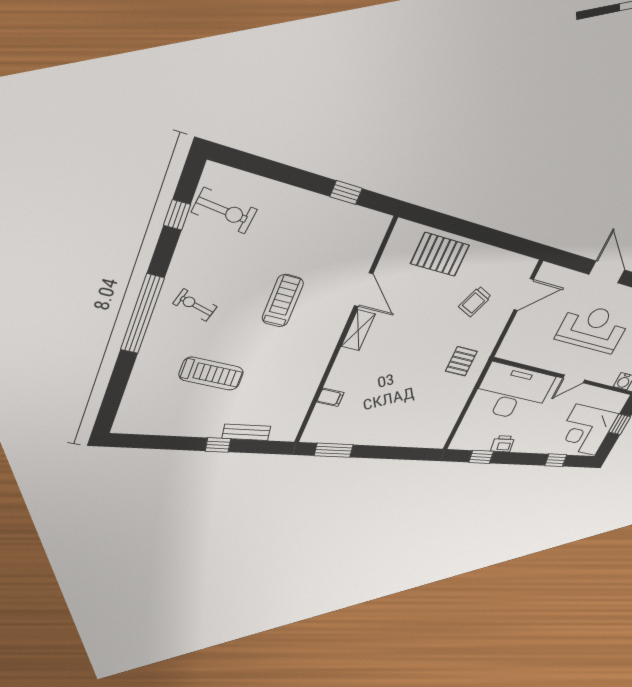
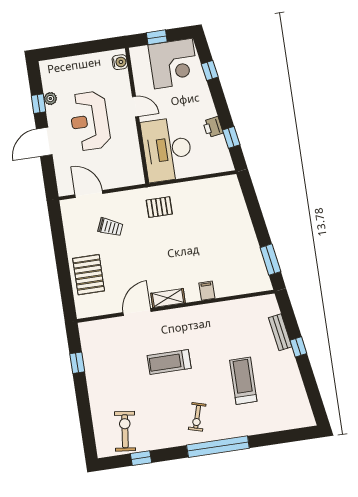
filing cabinet: (330, 397) -> (207, 291), moved

